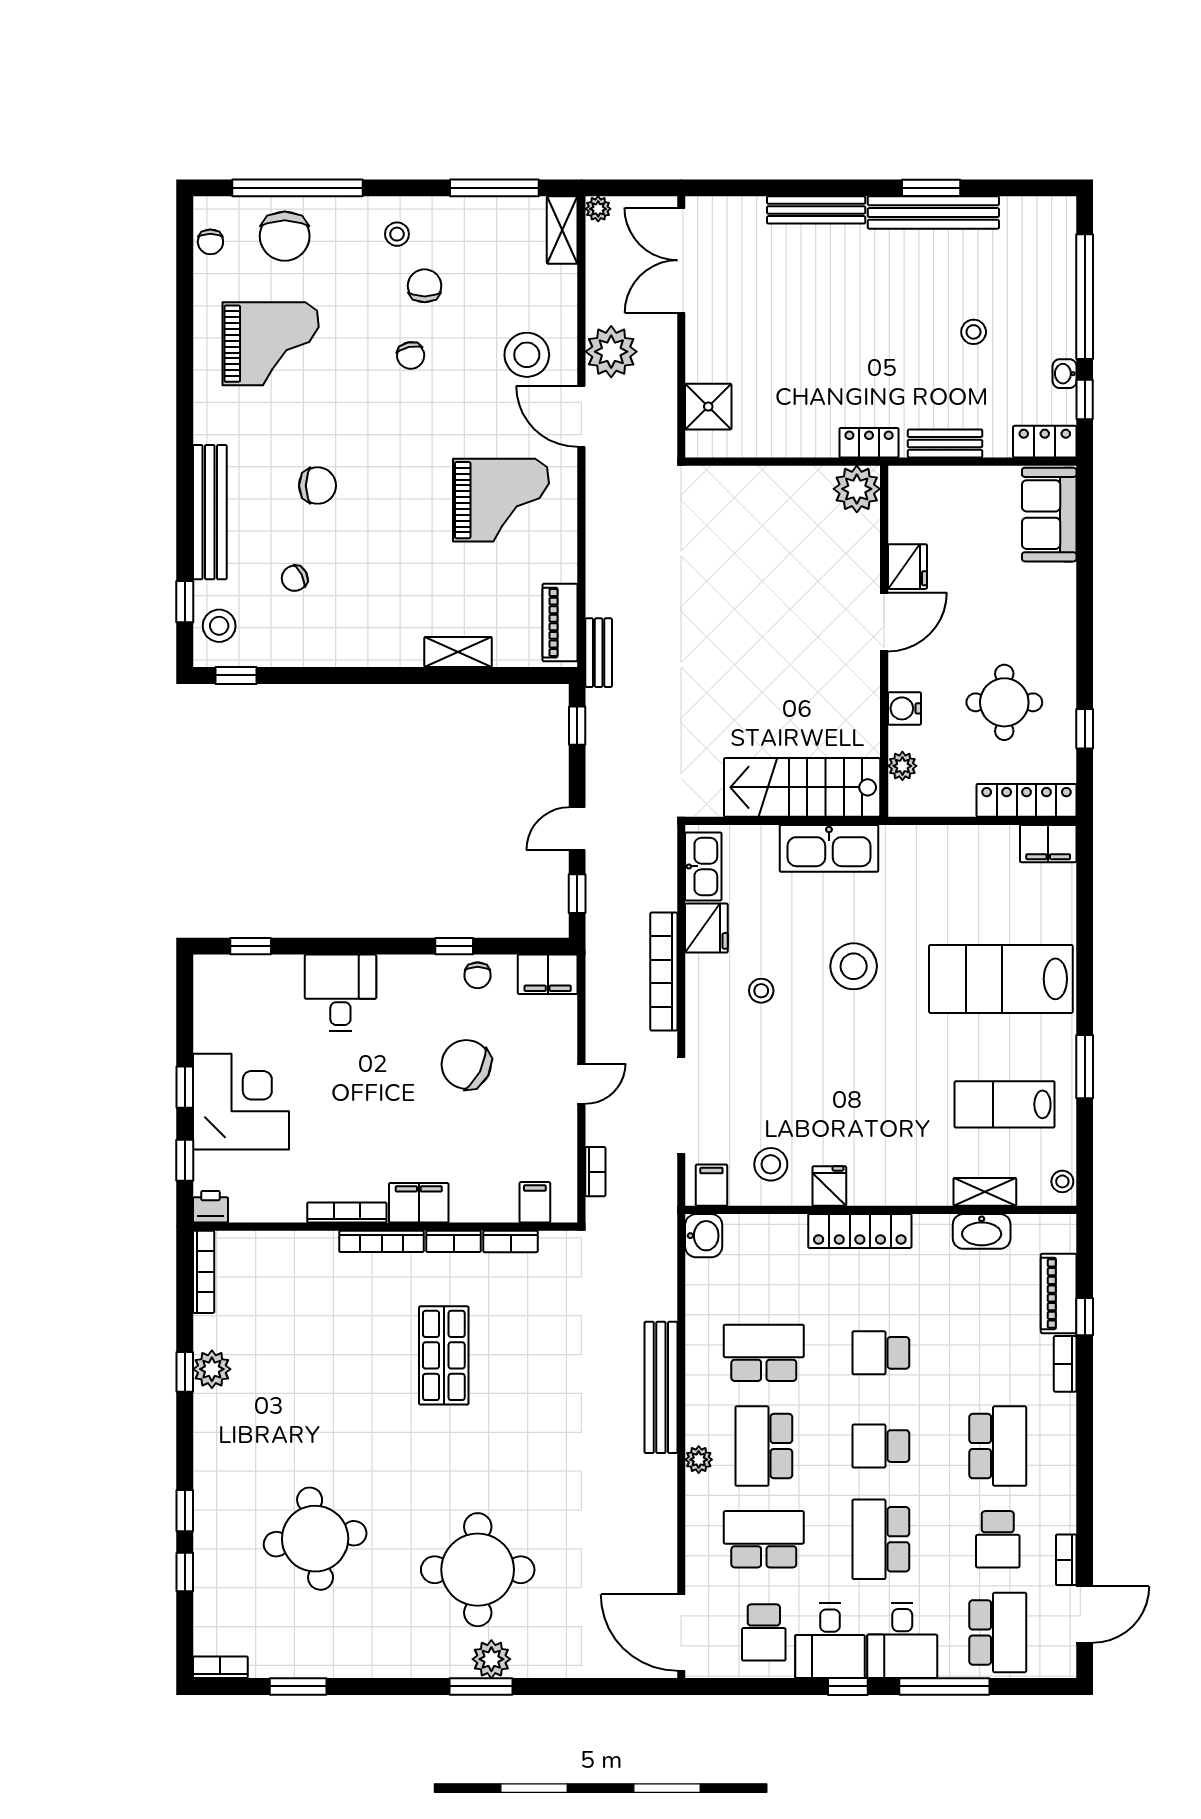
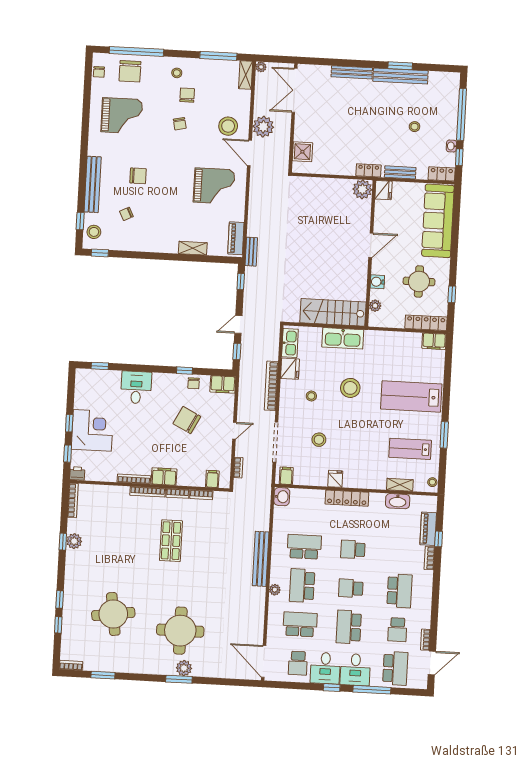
sofa: (1049, 515) -> (438, 221), width x1.85, depth x1.27
fridge: (907, 567) -> (383, 190), moved
stool: (771, 1164) -> (319, 440), moved

